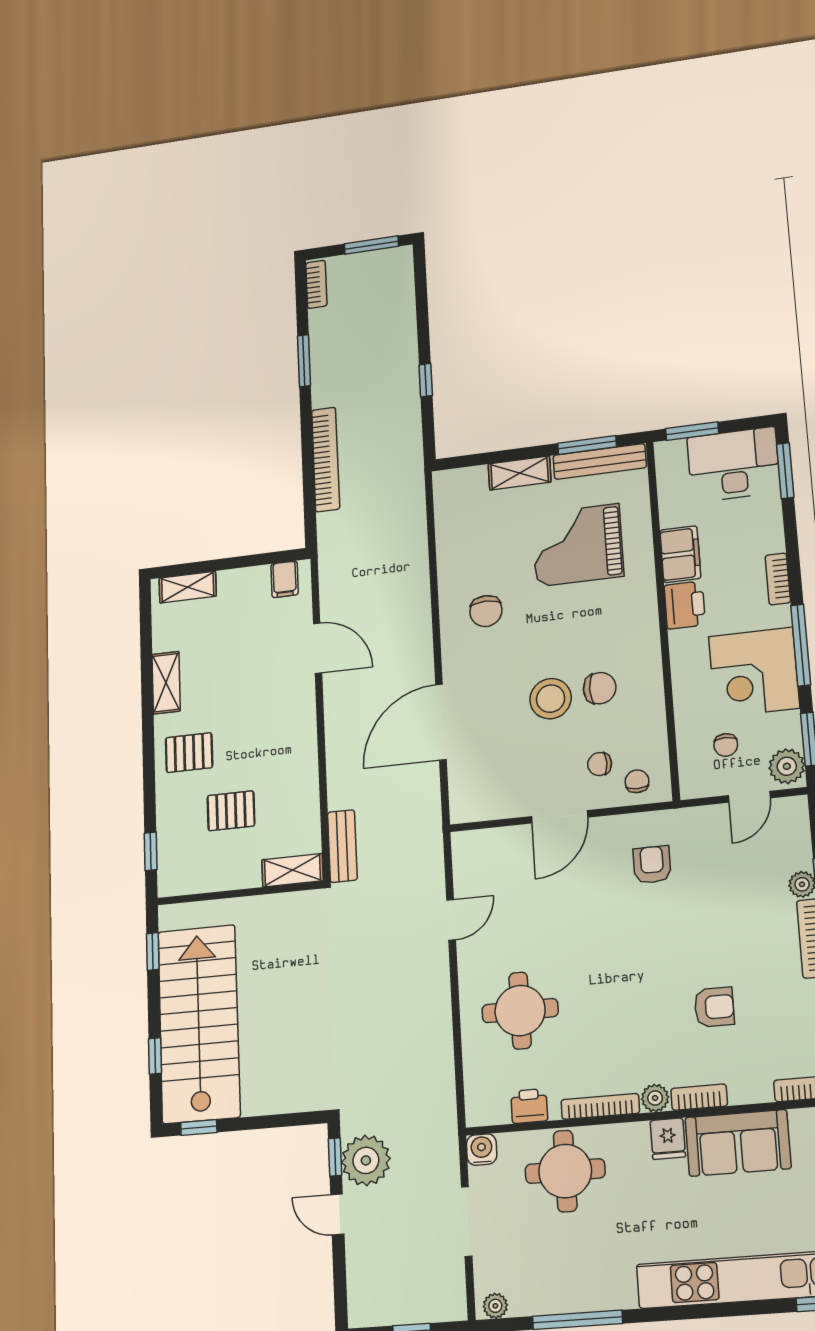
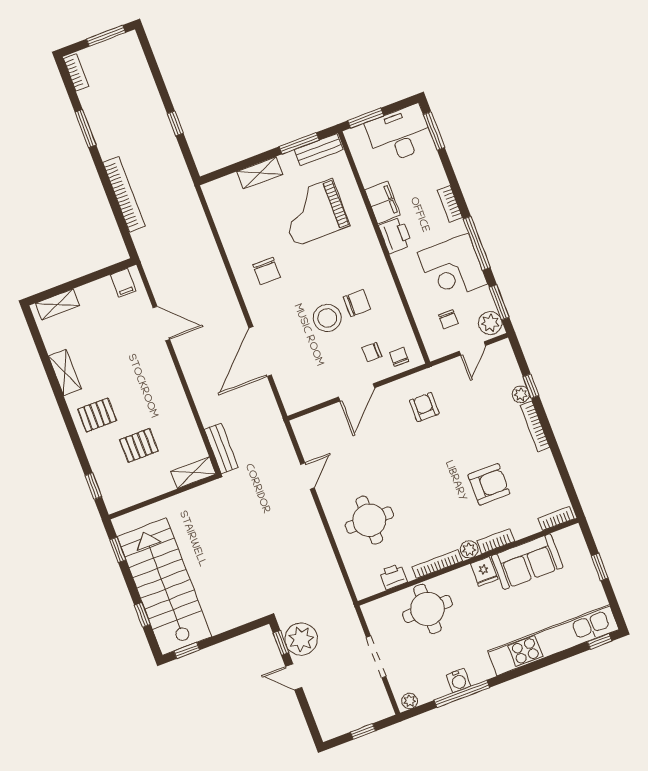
bench: (600, 461) -> (319, 150), width x0.73
armchair: (714, 1007) -> (489, 484), width x1.38, depth x1.38
water cooler: (482, 1150) -> (458, 680), moved, turned 180

